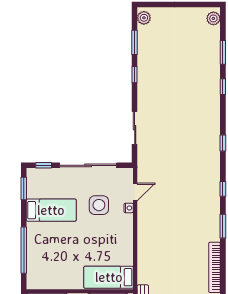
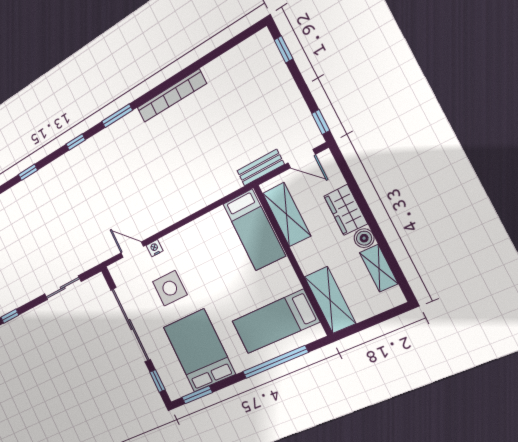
bed: (51, 210) -> (199, 351), width x1.50
bed: (48, 263) -> (275, 322), added

